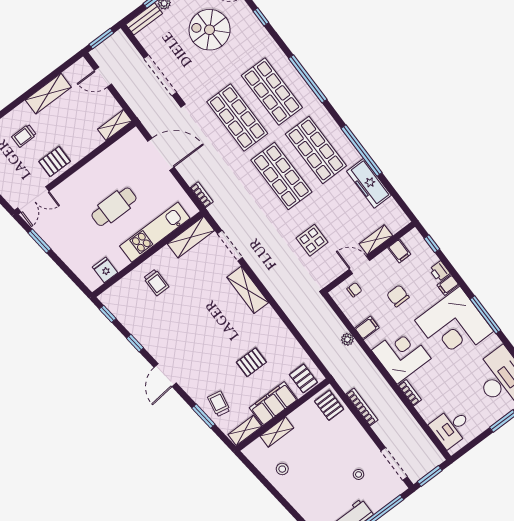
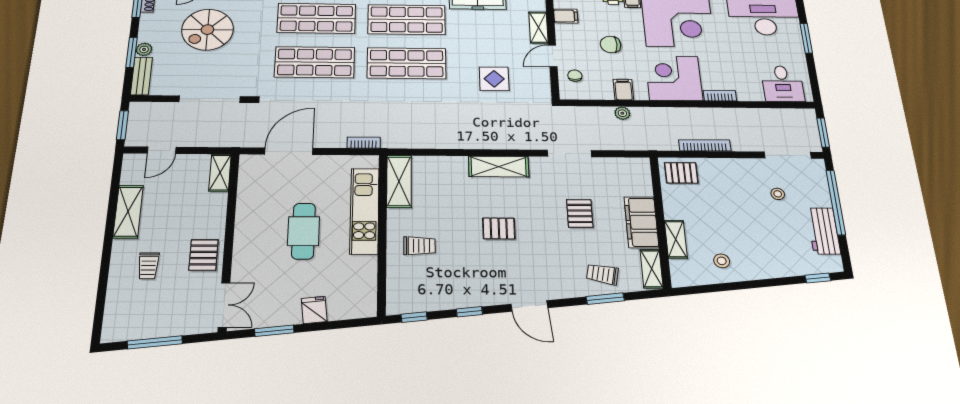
doorway: (230, 246) -> (569, 153), moved
fridge: (105, 270) -> (314, 310), moved, turned 84
pallet: (303, 378) -> (499, 228), moved

